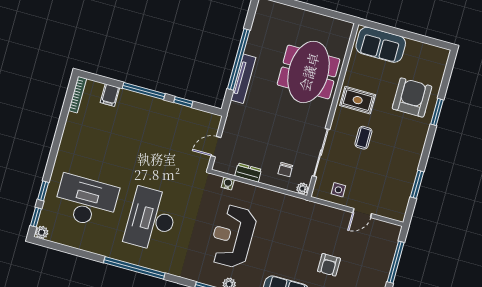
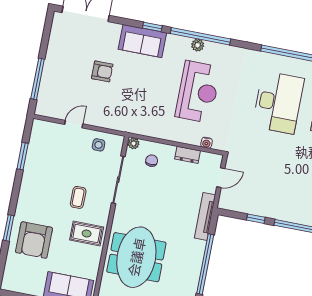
tv unit: (243, 79) -> (205, 216), moved
armchair: (329, 265) -> (102, 71), turned 90

